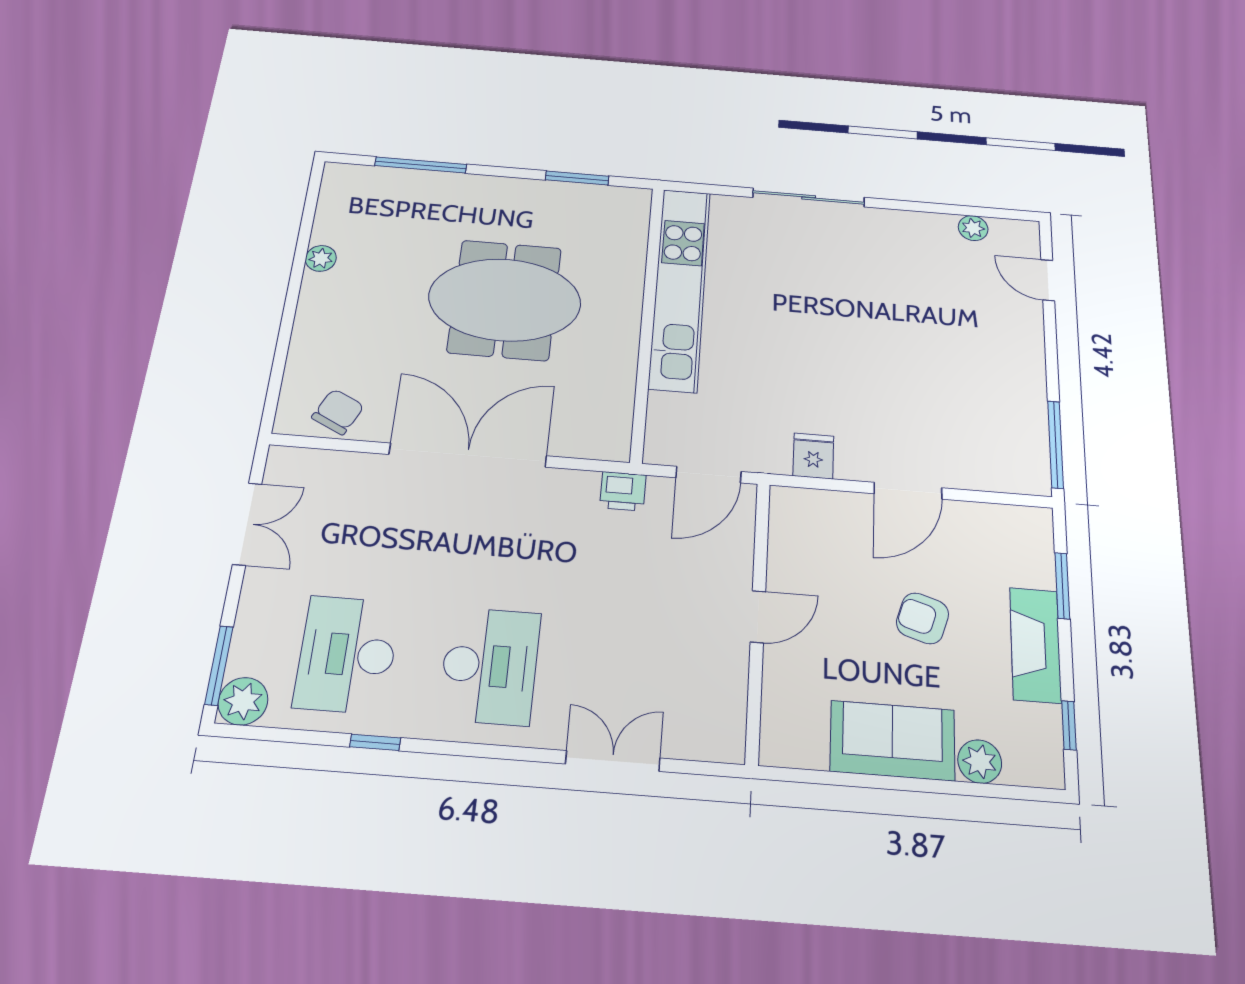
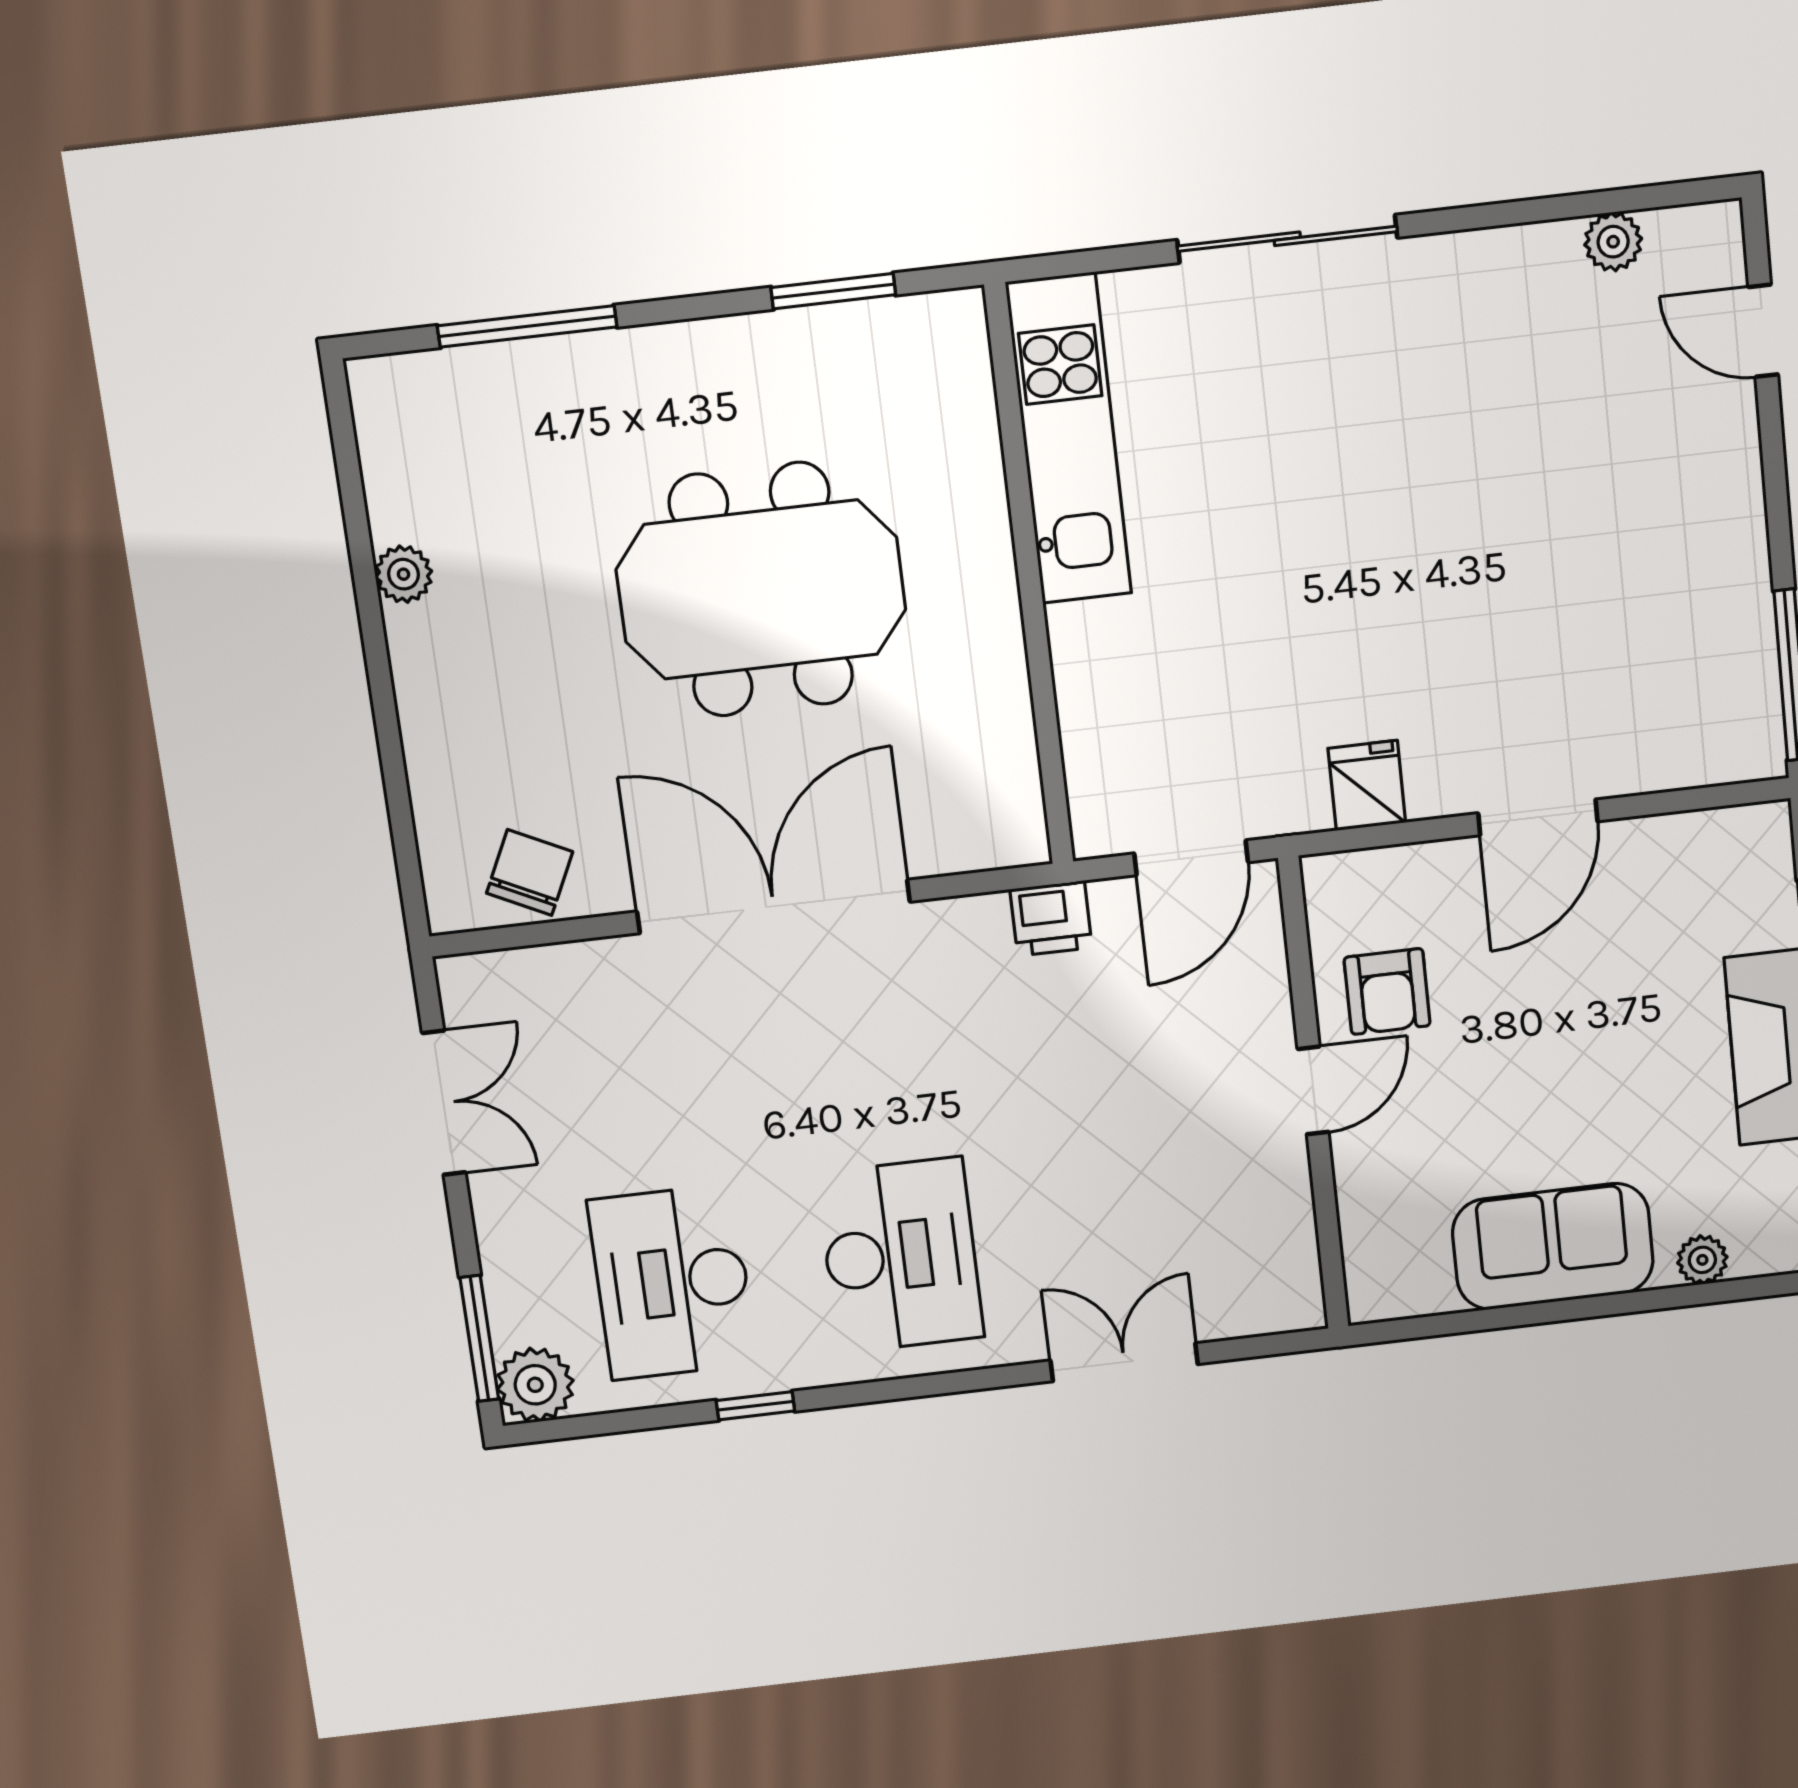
kitchen unit: (680, 288) -> (1069, 439), width x0.73
armchair: (923, 618) -> (1387, 992), moved, turned -107
plant: (980, 761) -> (1702, 1260), width x0.73, depth x0.73

